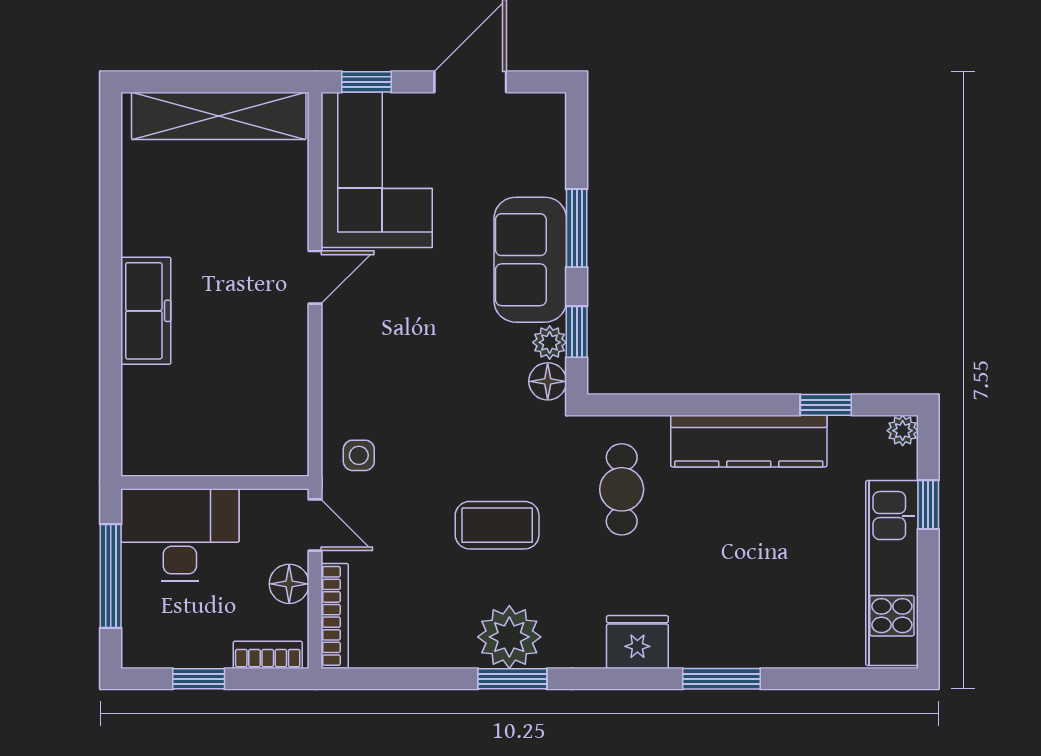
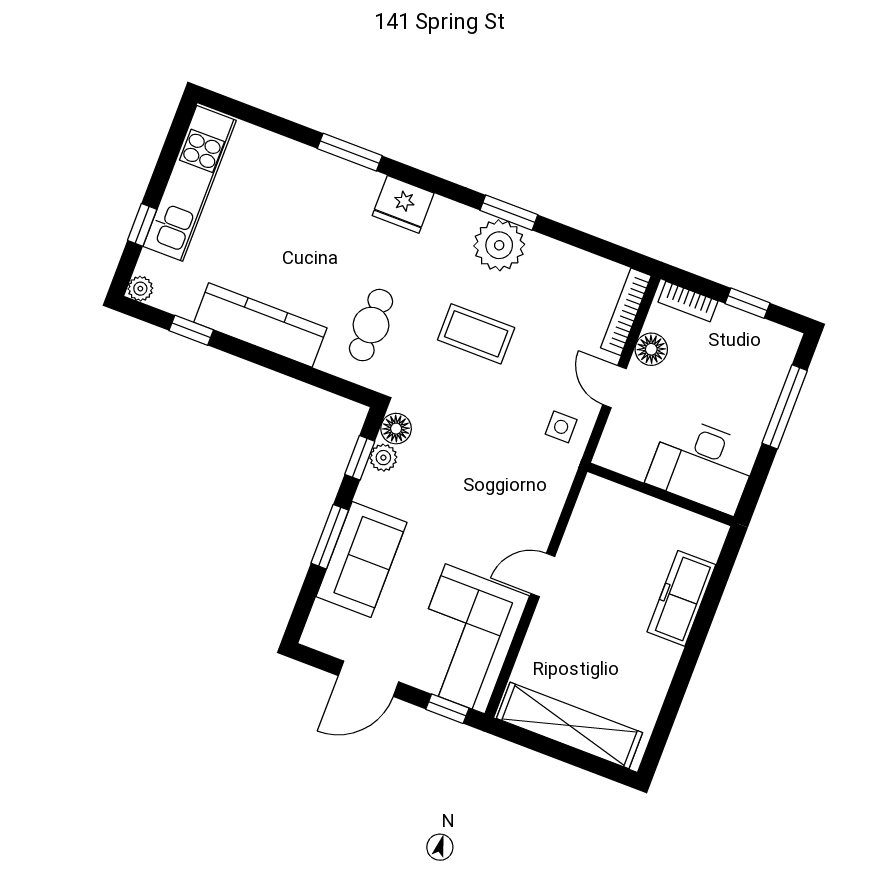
sofa: (530, 260) -> (361, 559), moved
wall: (215, 483) -> (661, 494), moved
desk: (180, 535) -> (703, 465), moved

